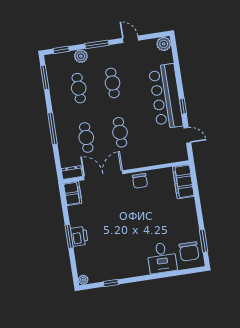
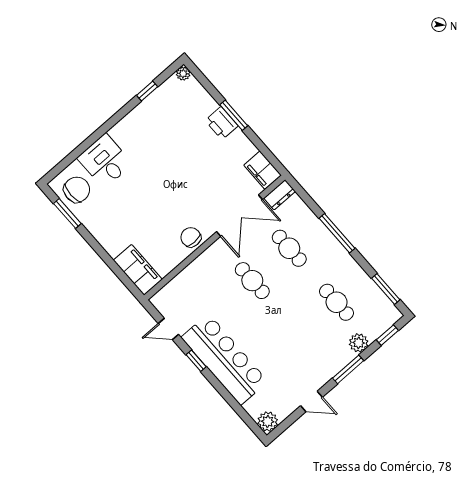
cafe table: (112, 83) -> (300, 335), removed
chair: (189, 251) -> (77, 190), turned 90

